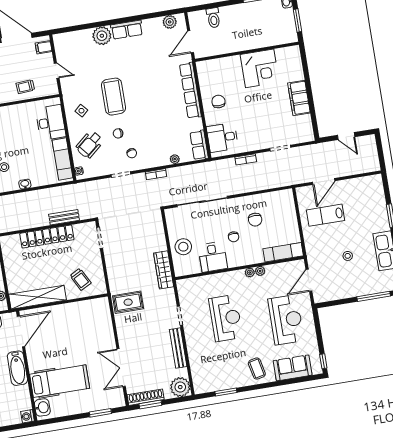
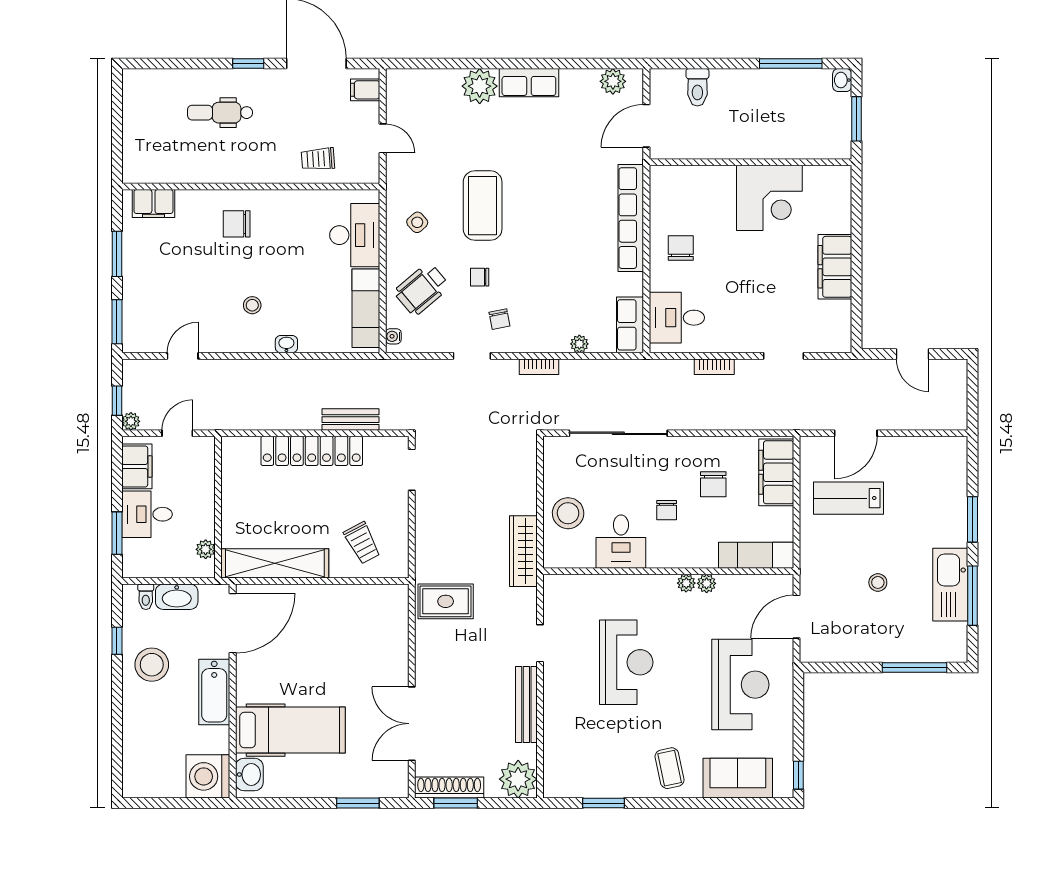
filing cabinet: (286, 208) -> (776, 472), added
washing machine: (27, 416) -> (208, 776), width x1.89, depth x1.89

